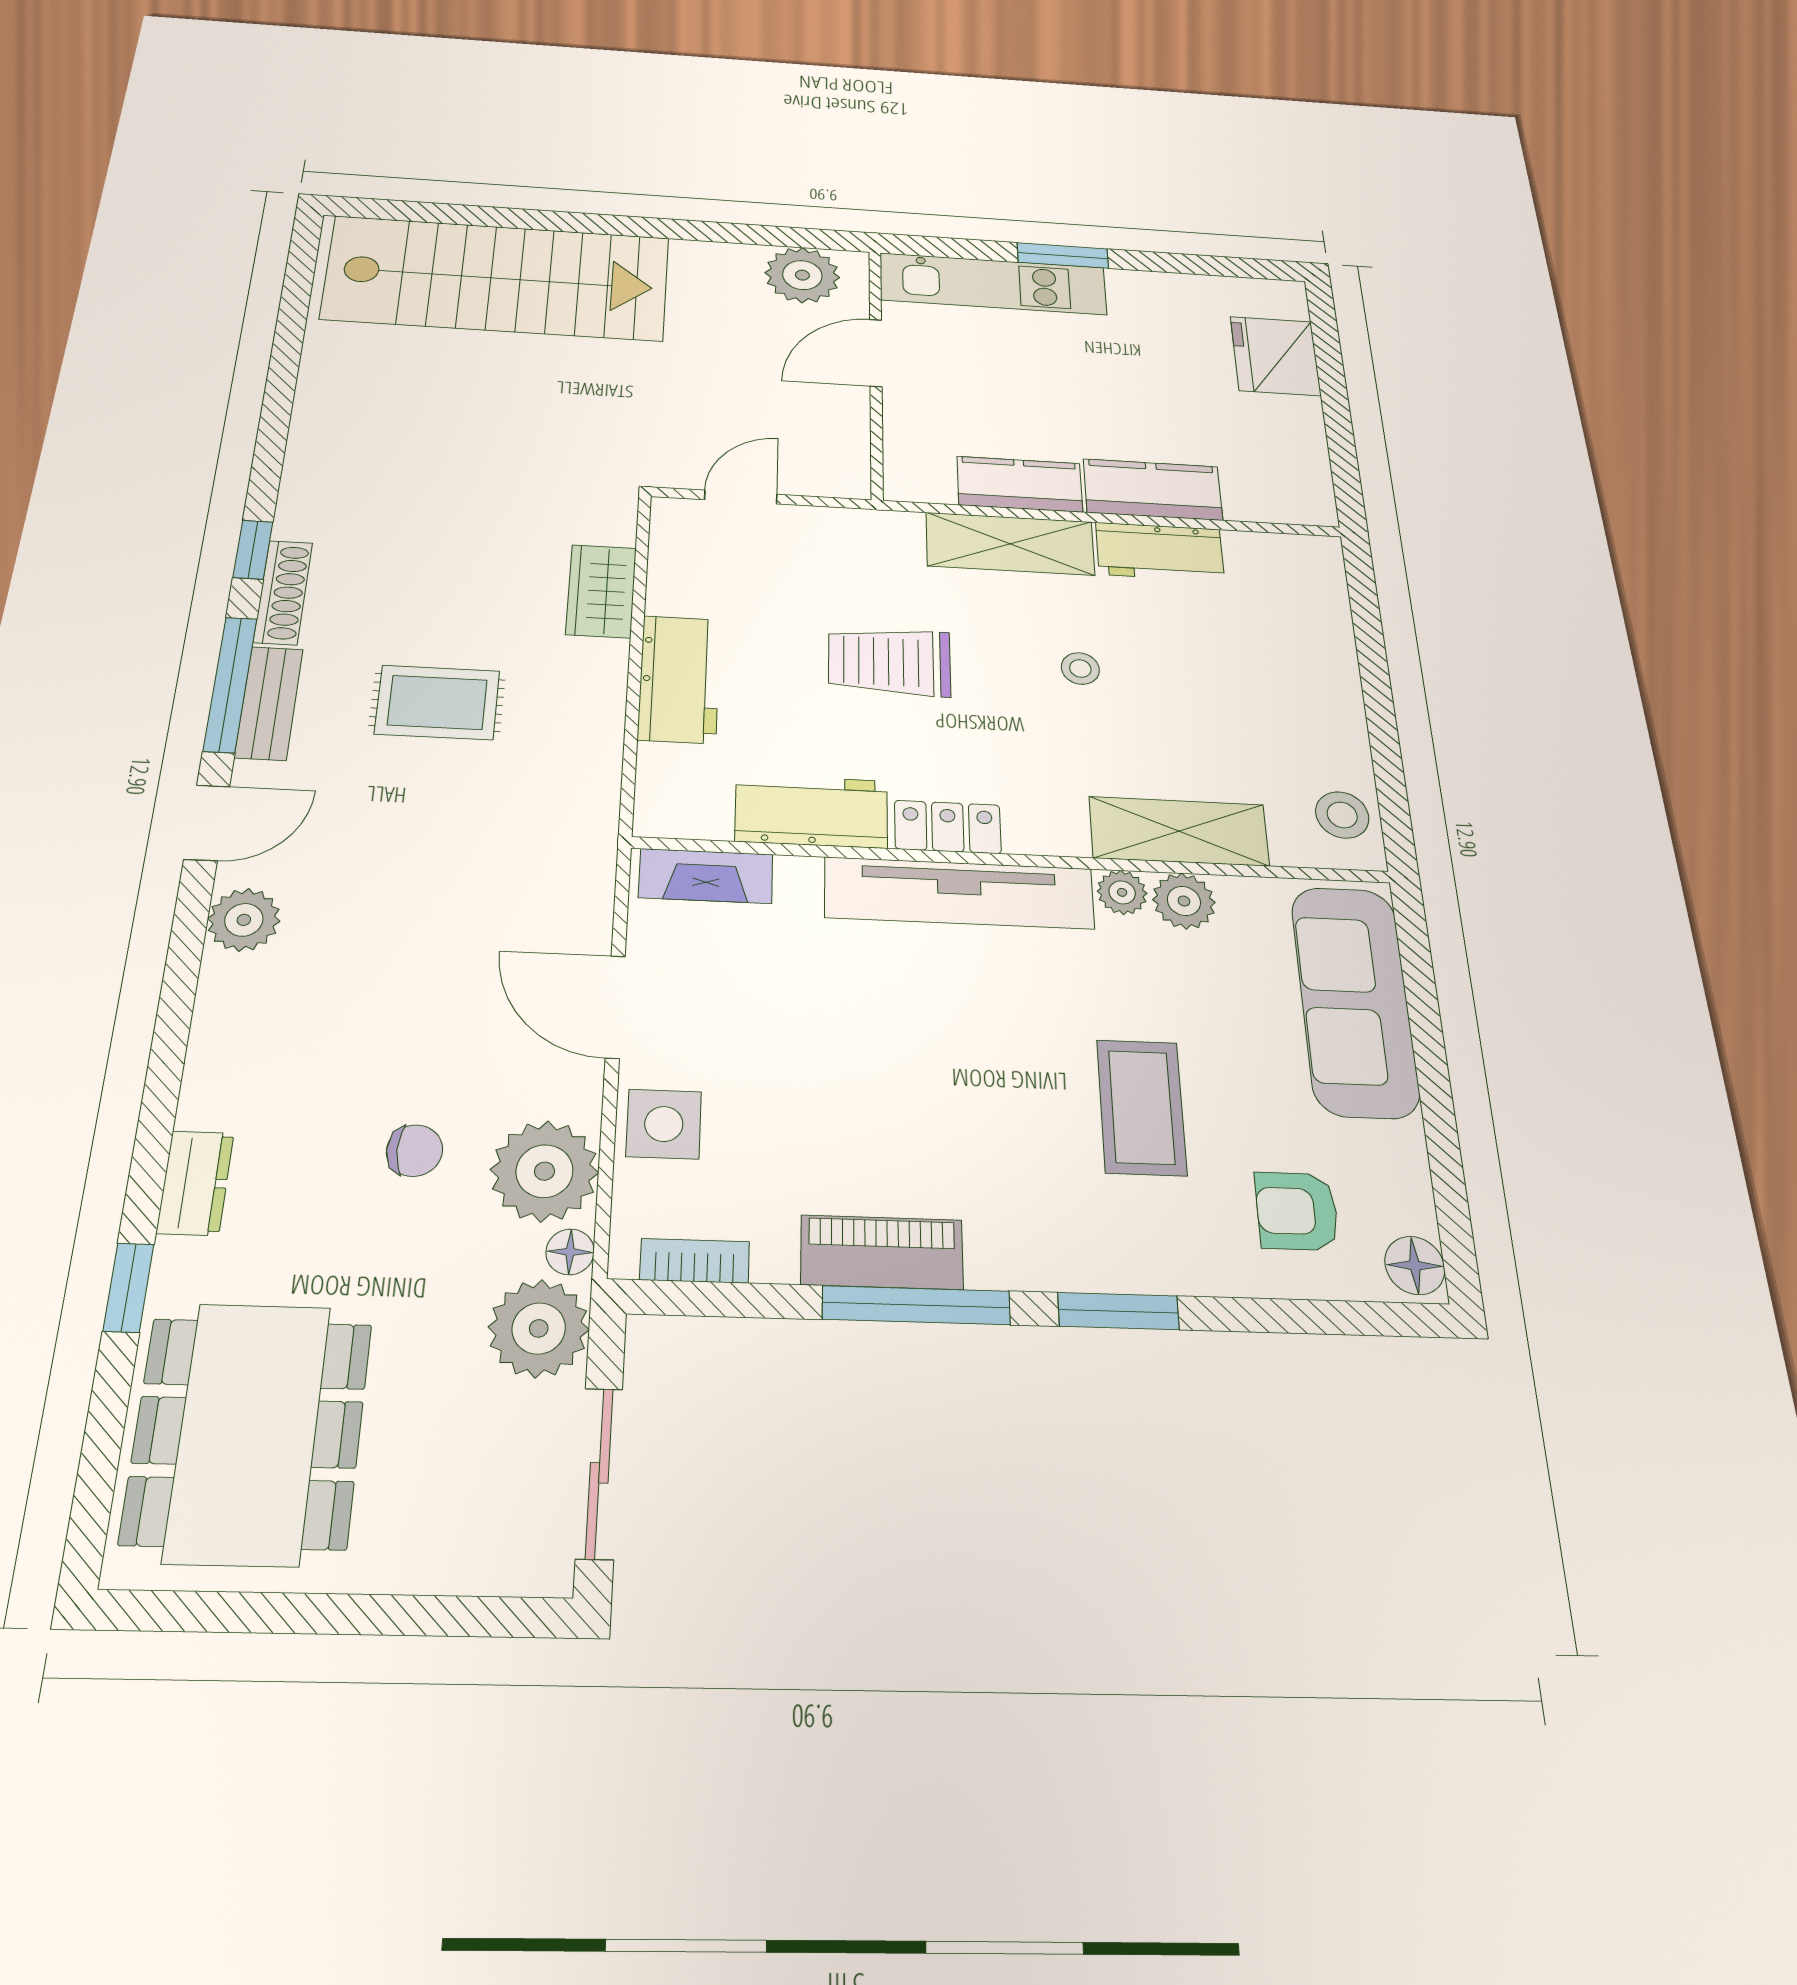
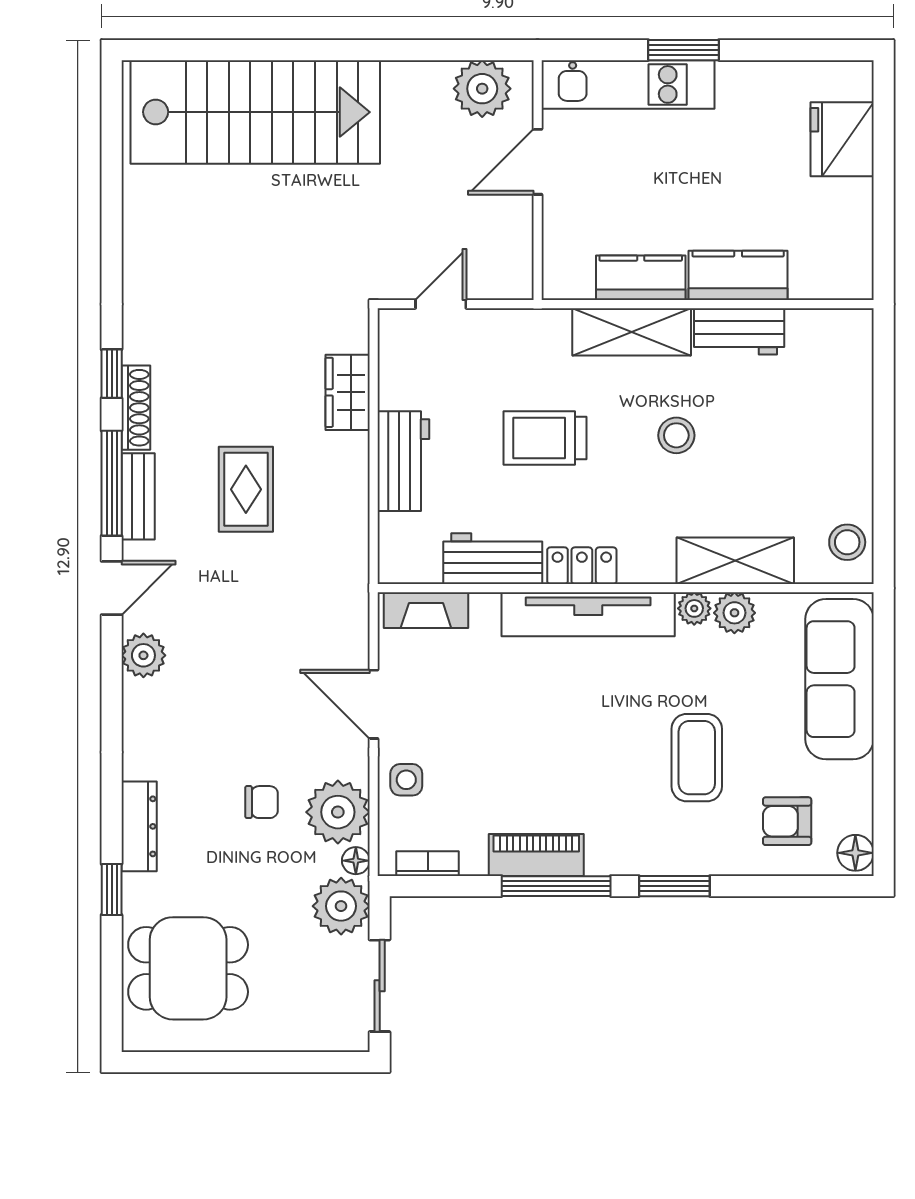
stool: (1080, 669) -> (676, 435), width x1.37, depth x1.37
rug: (437, 702) -> (246, 489), turned 90
side table: (664, 1124) -> (406, 780), width x0.73, depth x0.73
dresser: (195, 1183) -> (139, 826), width x1.44
dining table: (248, 1432) -> (188, 968), width x0.73

